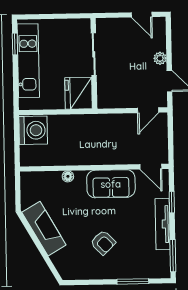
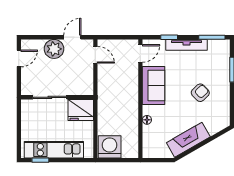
plant: (160, 58) -> (54, 49), width x1.88, depth x1.88

